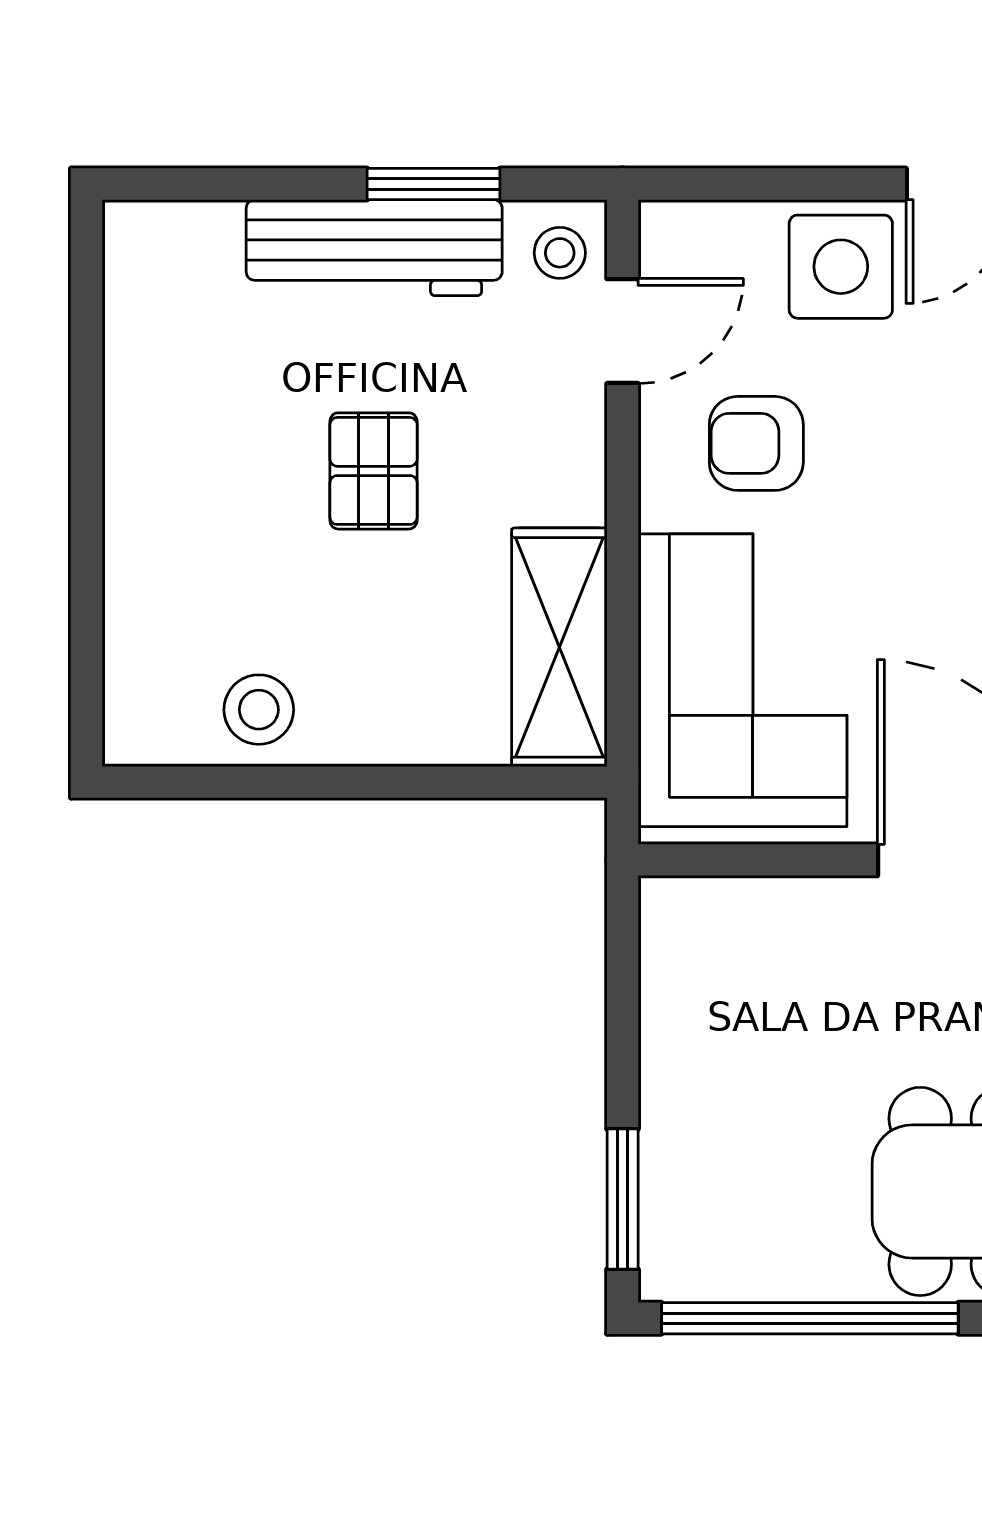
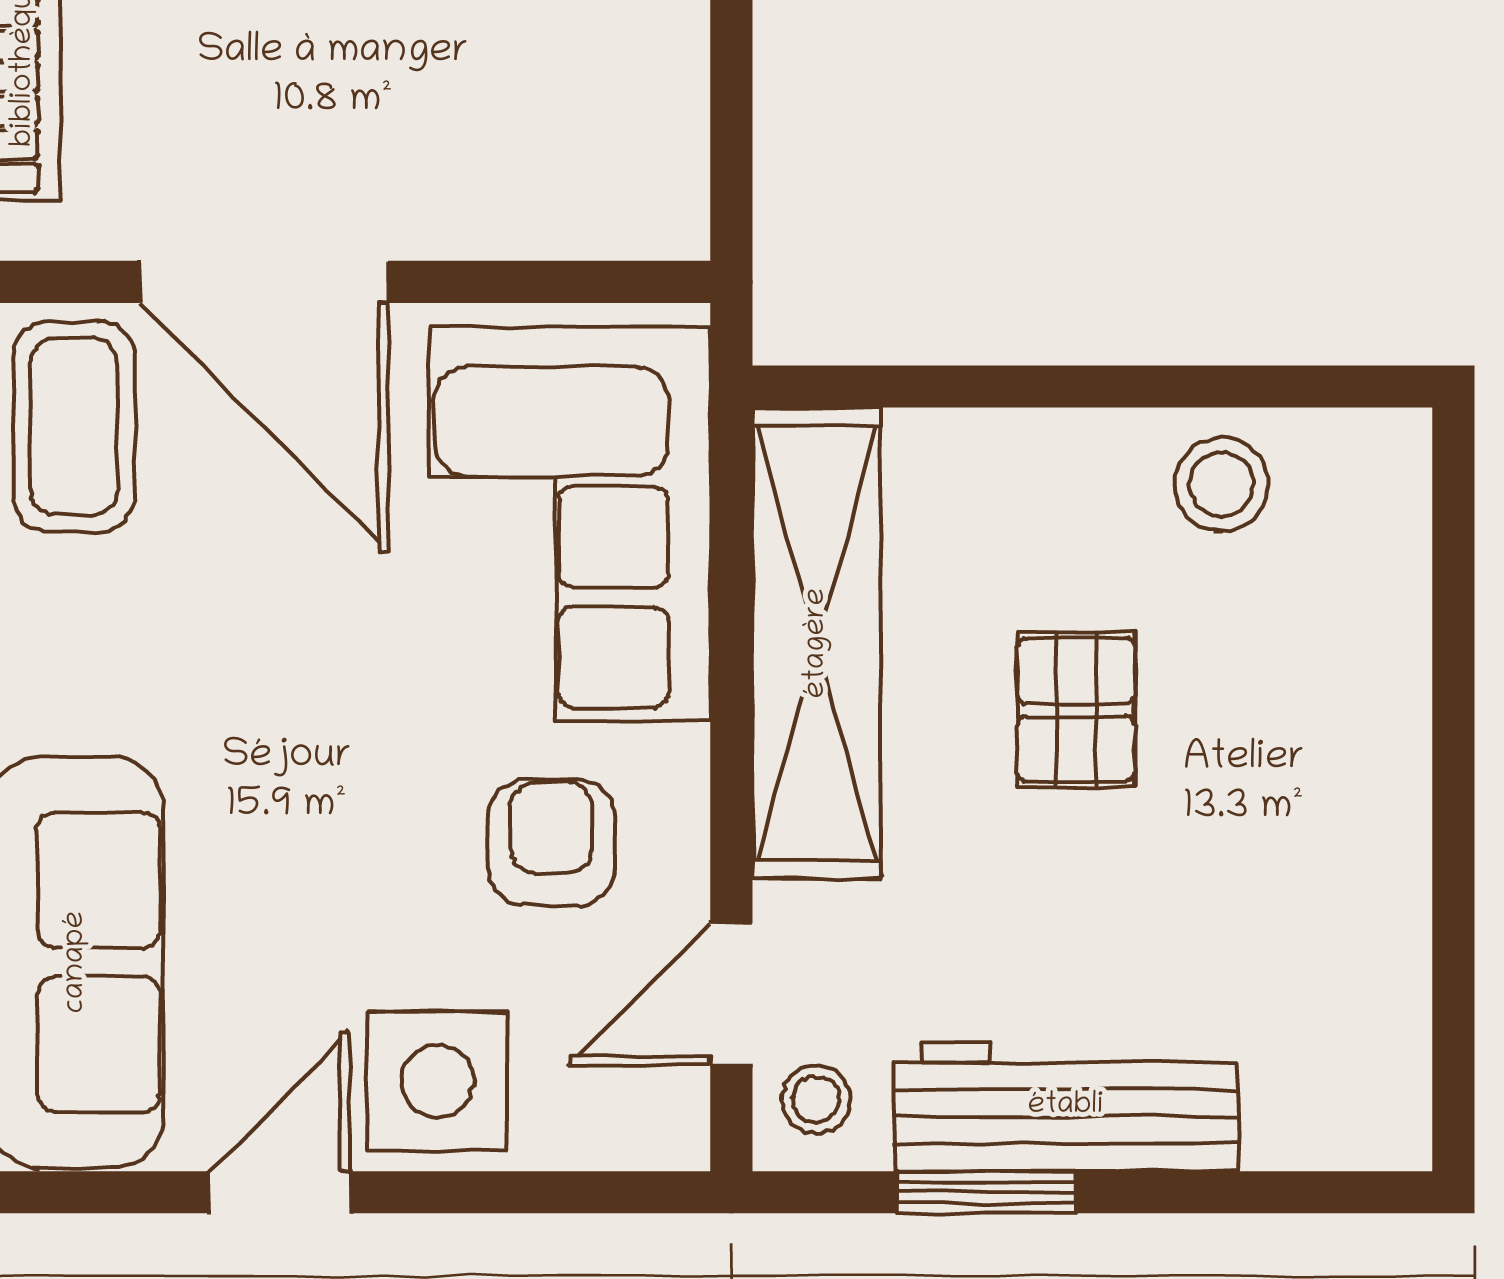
armchair: (756, 443) -> (551, 843), turned -90
pallet: (374, 471) -> (1076, 710), moved
shelving: (559, 647) -> (817, 643), width x1.47

